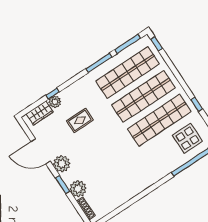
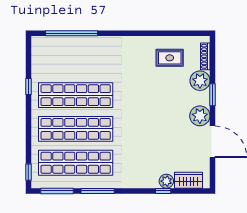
rug: (80, 120) -> (170, 58), moved
display table: (187, 138) -> (60, 59), removed

